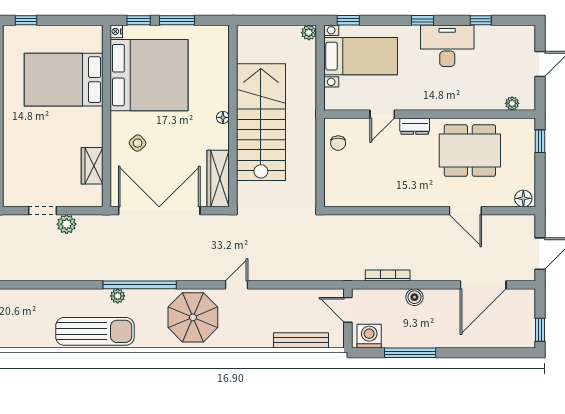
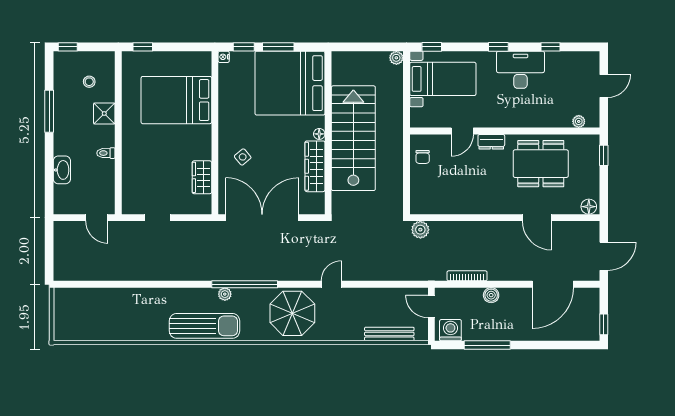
bed: (149, 75) -> (290, 83), moved, turned 180
wardrobe: (218, 179) -> (315, 166), moved
plant: (67, 224) -> (420, 230), moved

